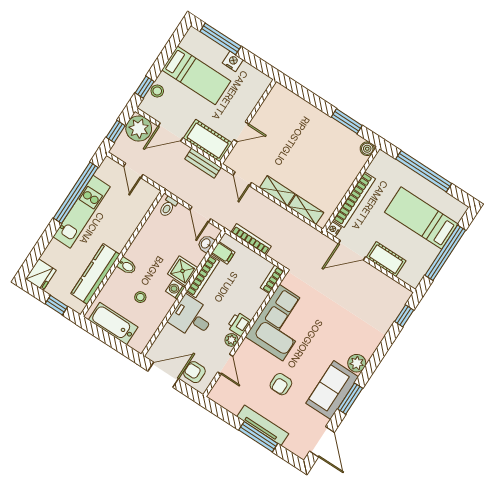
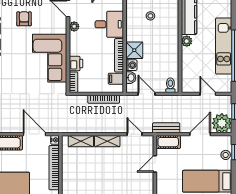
cot: (208, 141) -> (168, 142), width x0.73, depth x0.75
plant: (119, 244) -> (187, 41), added
door: (352, 250) -> (34, 134), hinge flipped
bidet: (127, 266) -> (172, 30), removed
washing machine: (175, 289) -> (131, 65), moved
printer: (239, 324) -> (76, 63), moved

